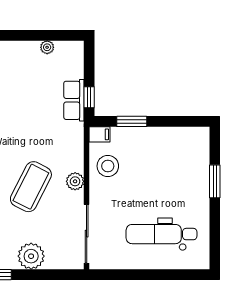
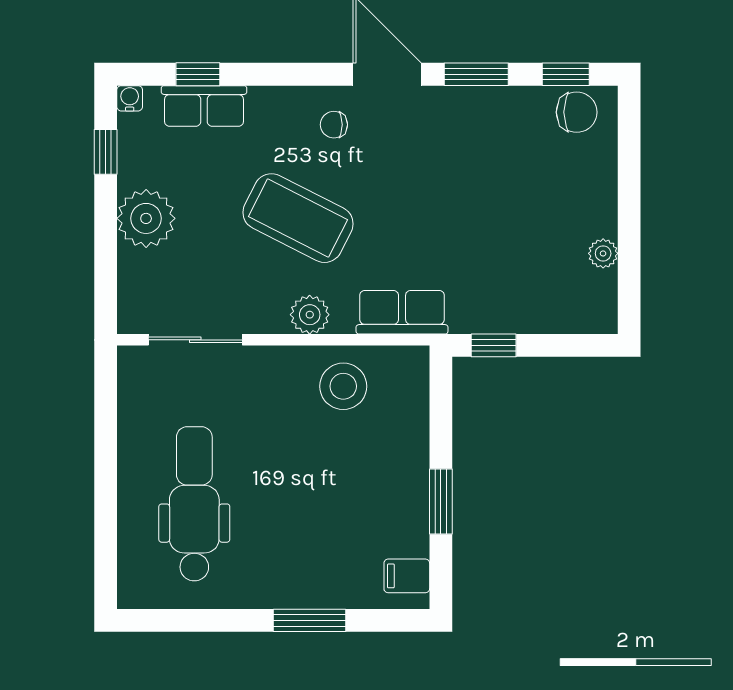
row of seats: (74, 100) -> (402, 312), moved
window: (132, 121) -> (441, 501), moved
filing cabinet: (100, 134) -> (407, 576), moved, turned 90
sliding door: (87, 234) -> (195, 340), width x0.73

